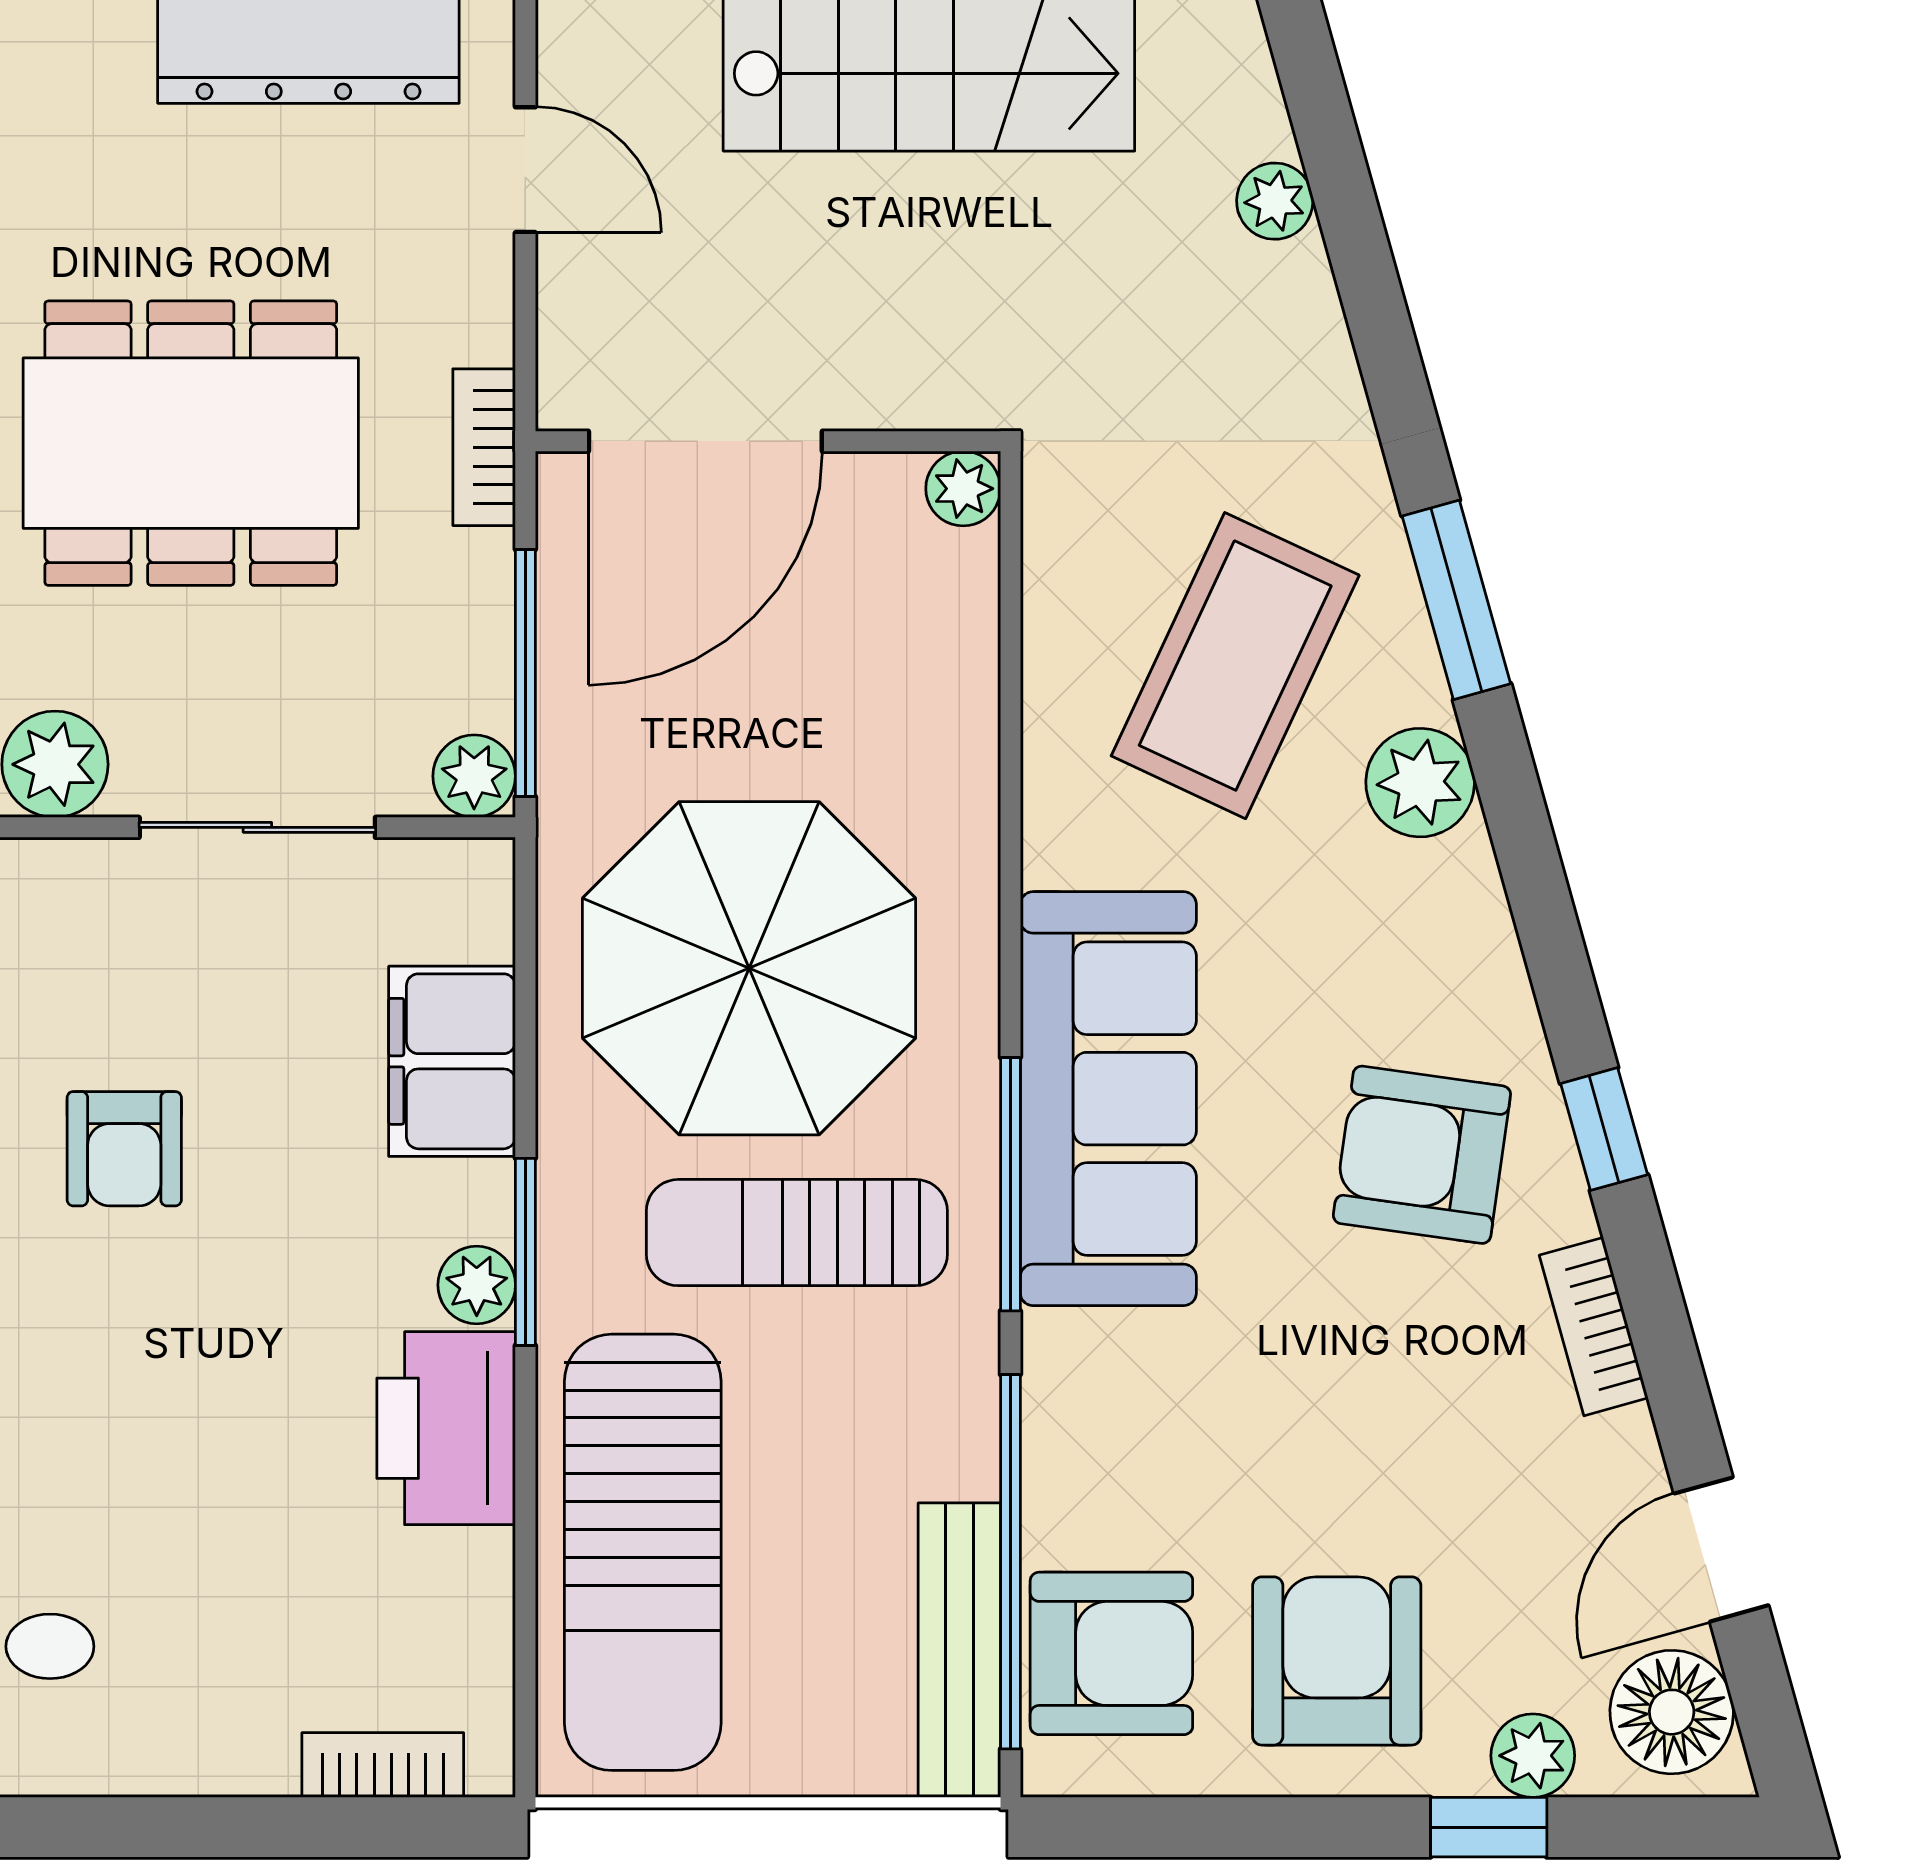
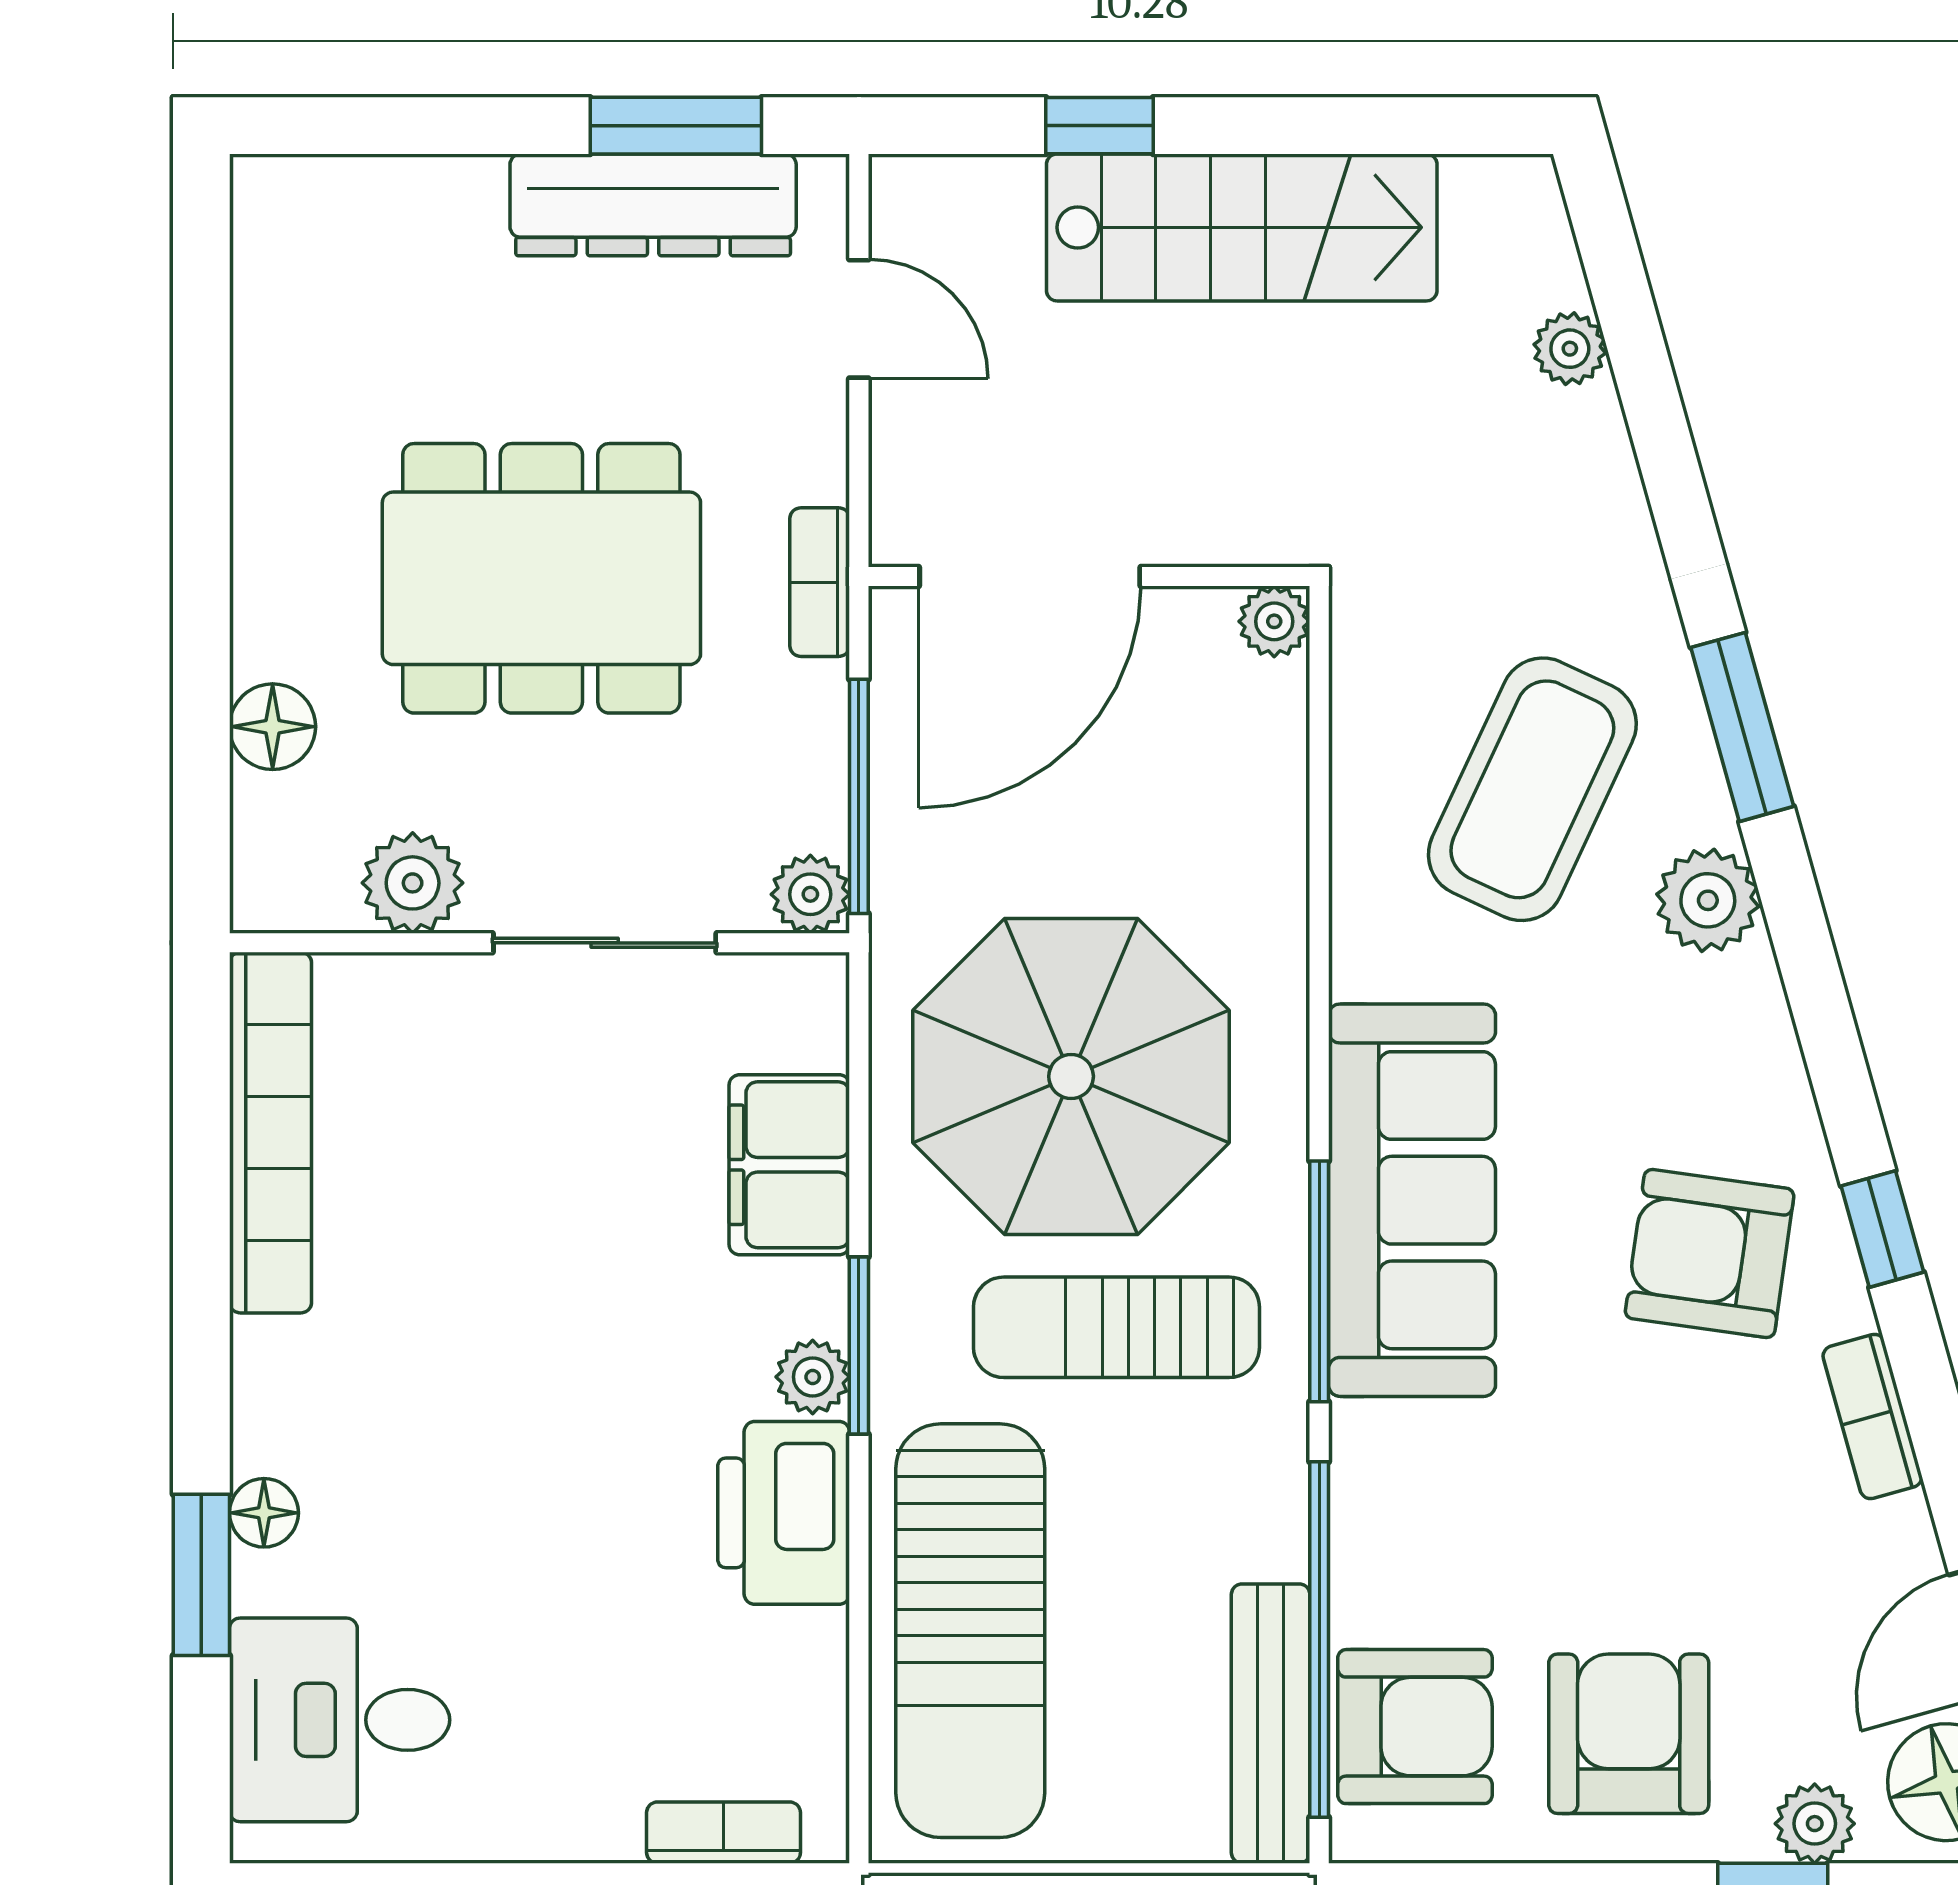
armchair: (124, 1149) -> (478, 1248), removed

